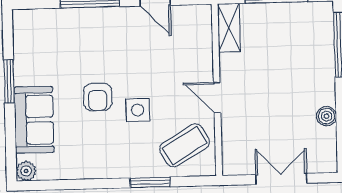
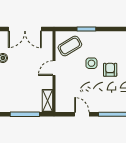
door: (217, 97) -> (54, 68), swing flipped
double door: (281, 179) -> (25, 29), width x1.37

